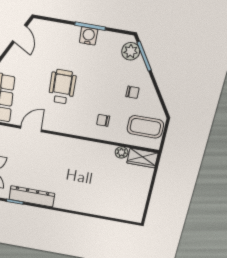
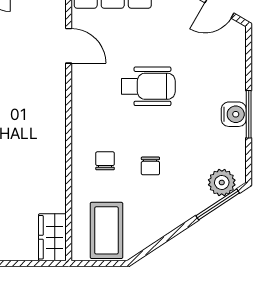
chair: (133, 92) -> (150, 166), moved
plant: (122, 152) -> (56, 201), removed

